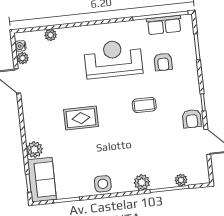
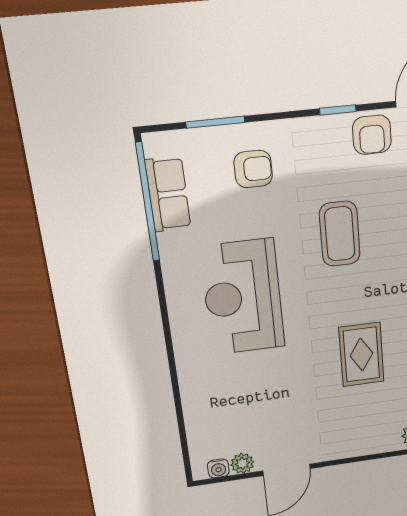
plant: (51, 35) -> (195, 416), removed
armchair: (163, 62) -> (253, 169), moved
coffee table: (144, 105) -> (340, 234), width x1.36, depth x1.30
armchair: (192, 119) -> (372, 135), turned 90

